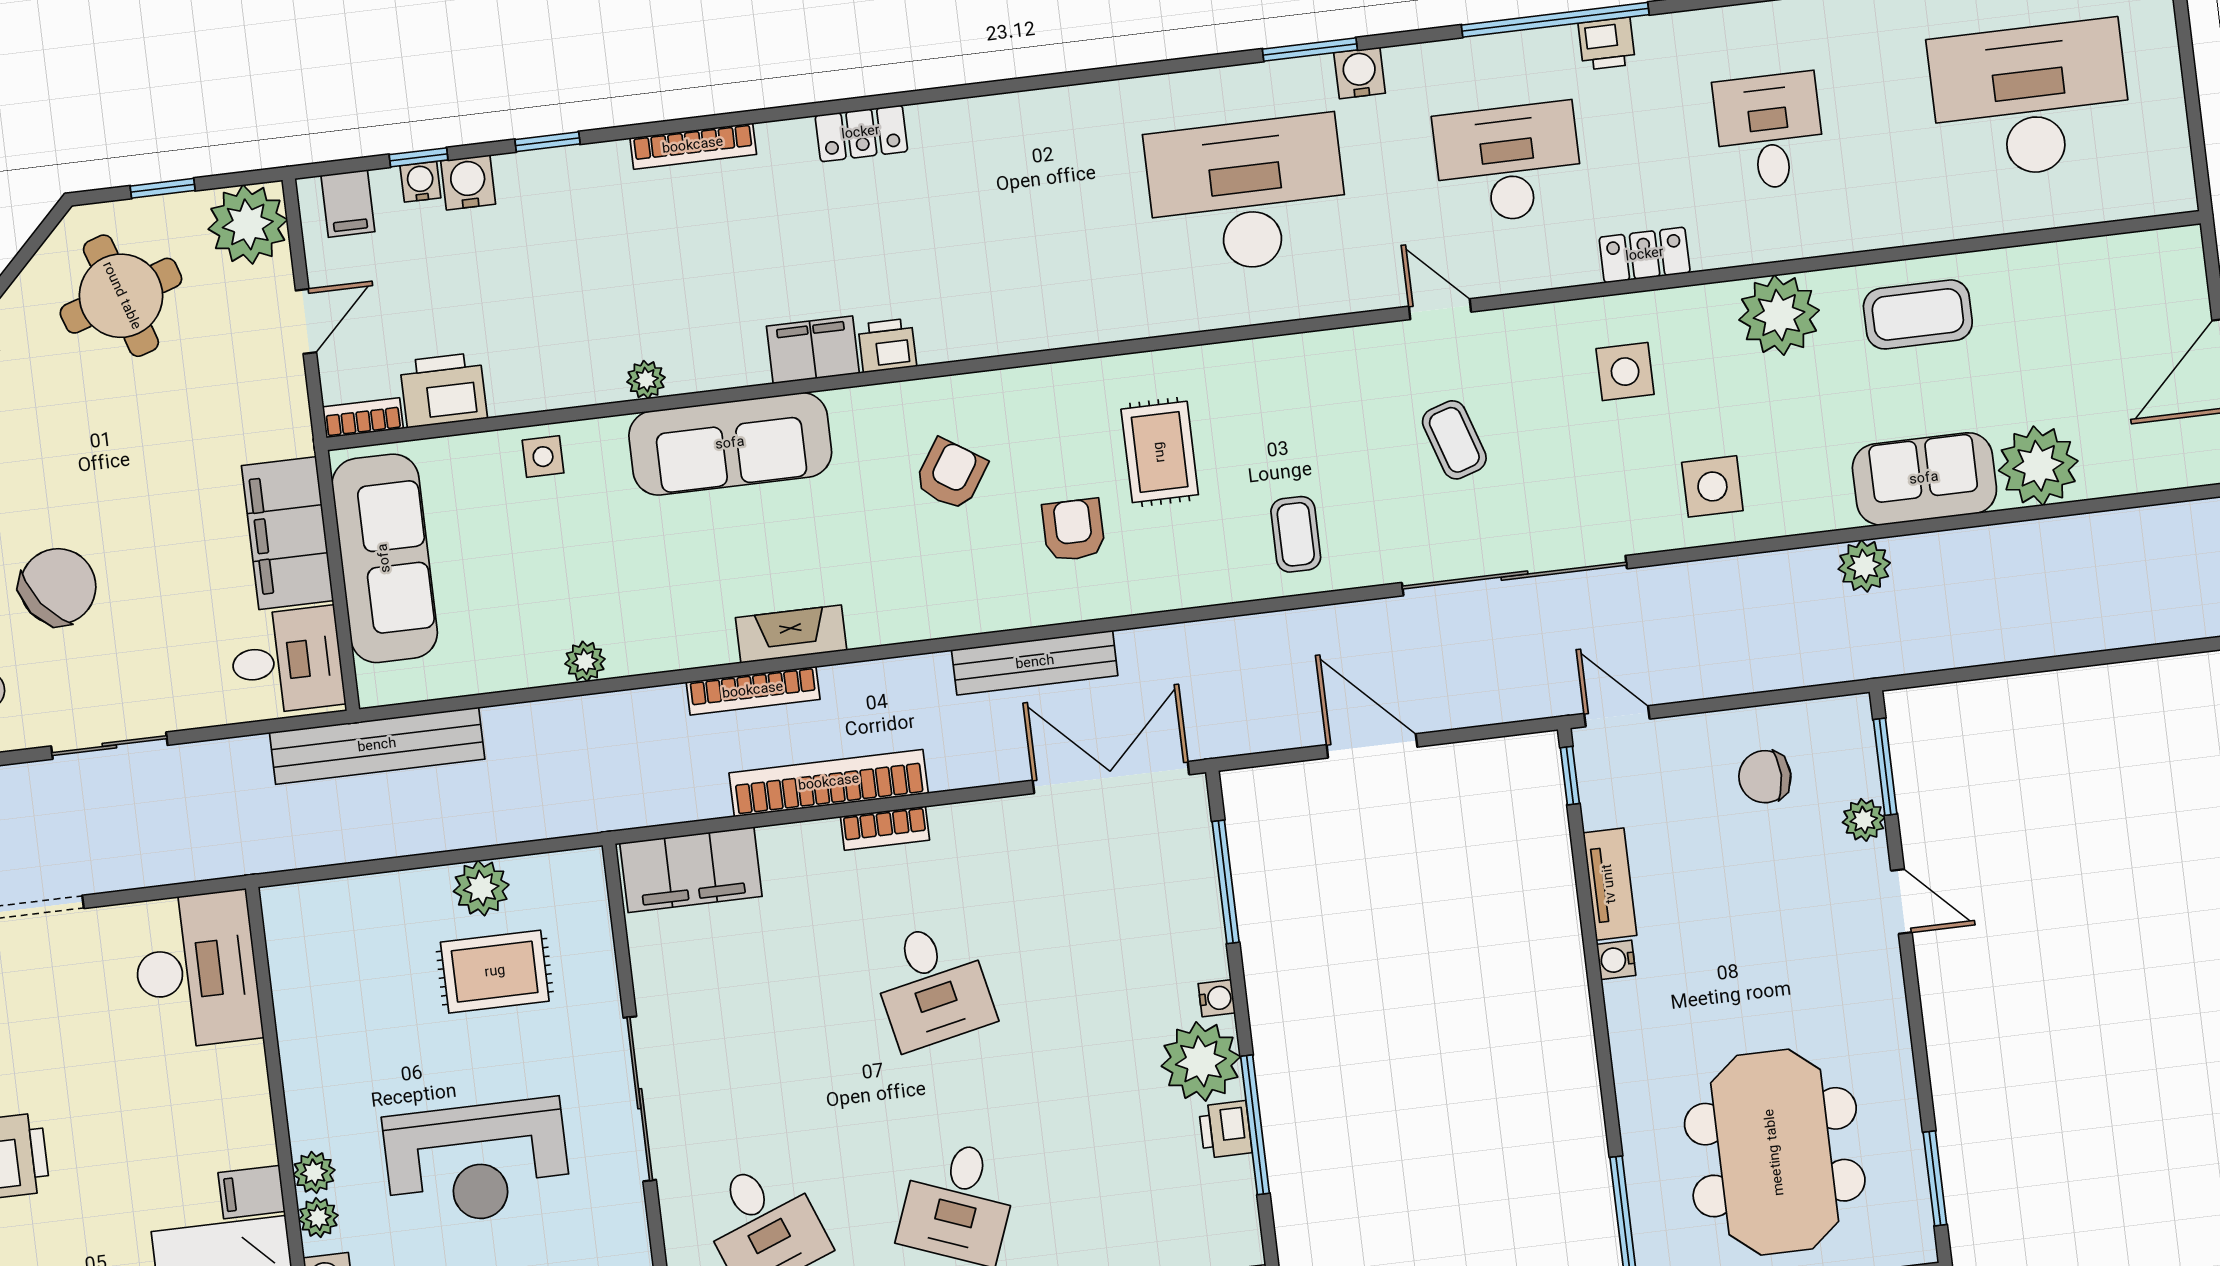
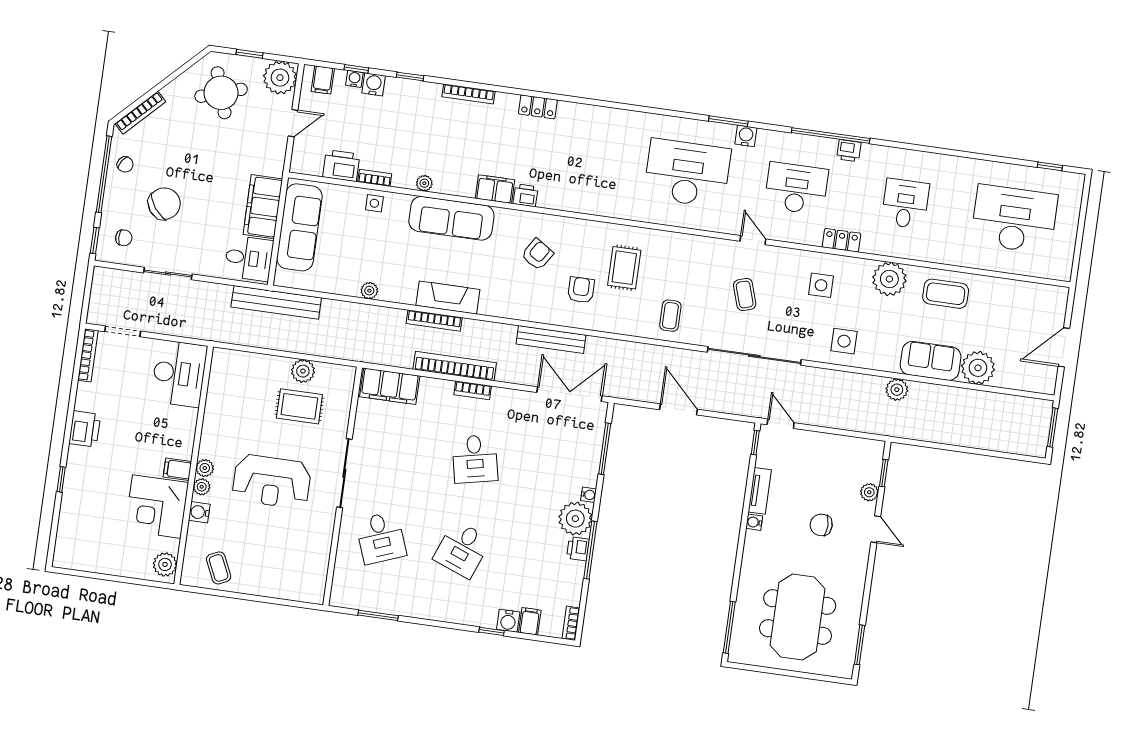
bookcase: (363, 418) -> (375, 178), moved
fireplace: (791, 634) -> (448, 298), width x1.37, depth x1.32
window: (1885, 767) -> (884, 473), width x0.67
chair: (1765, 777) -> (821, 525), moved

